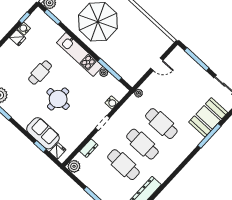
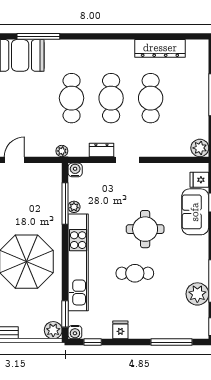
water cooler: (24, 29) -> (75, 332), moved
kitchen unit: (80, 54) -> (78, 262), width x1.36
door: (157, 64) -> (14, 160), hinge flipped
water cooler: (112, 103) -> (75, 170), moved
dresser: (89, 148) -> (101, 150), moved

